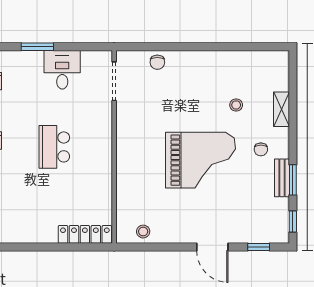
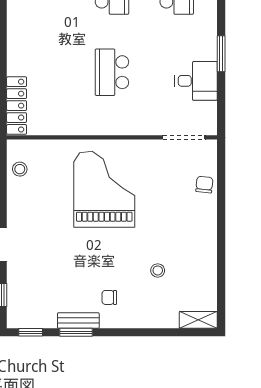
chair: (157, 62) -> (204, 185), turned 96
shelving: (281, 109) -> (198, 320), moved
school desk: (54, 147) -> (112, 72), turned -90
grand piano: (201, 160) -> (104, 189), moved, turned 180

